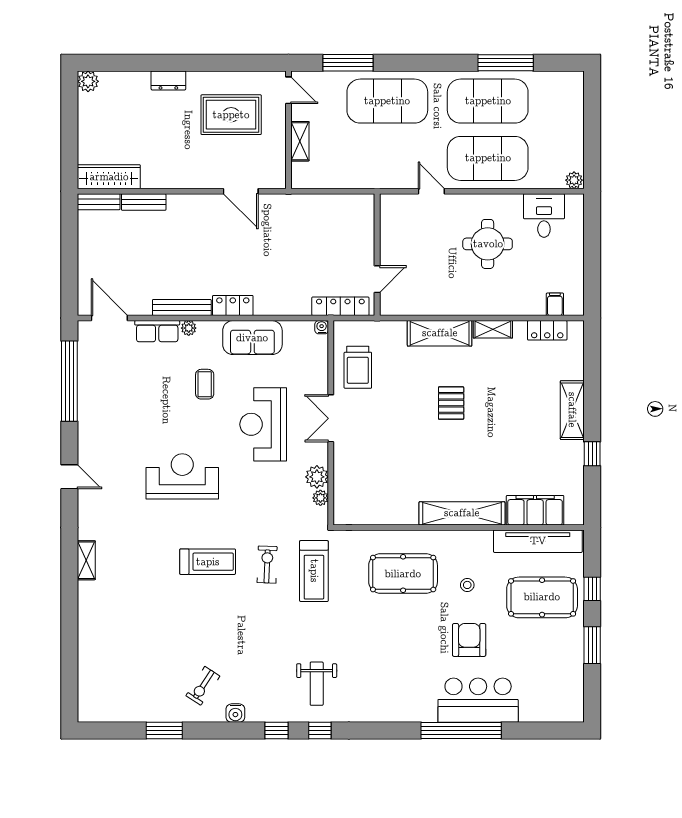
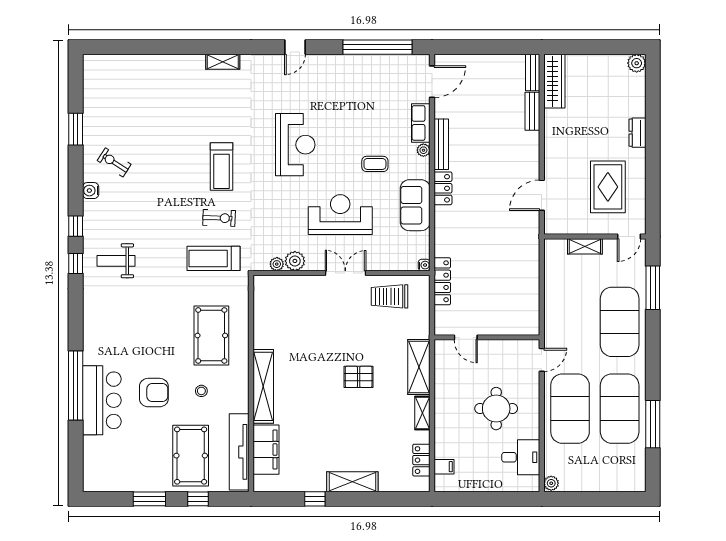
wall: (377, 255) -> (487, 337), moved
door: (377, 279) -> (466, 337), moved

